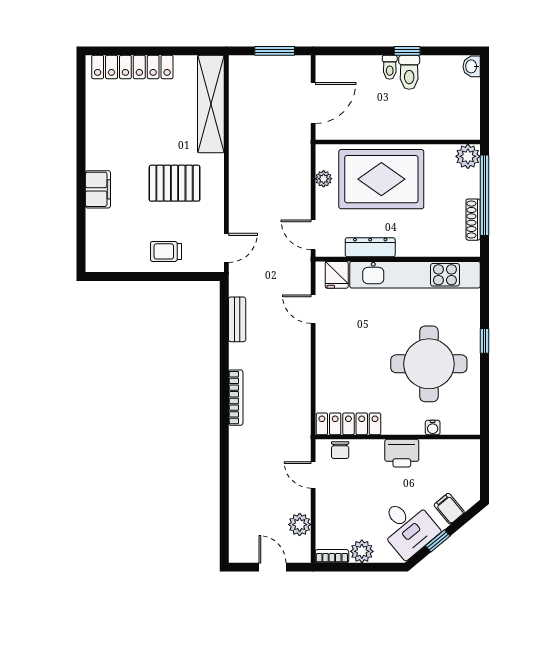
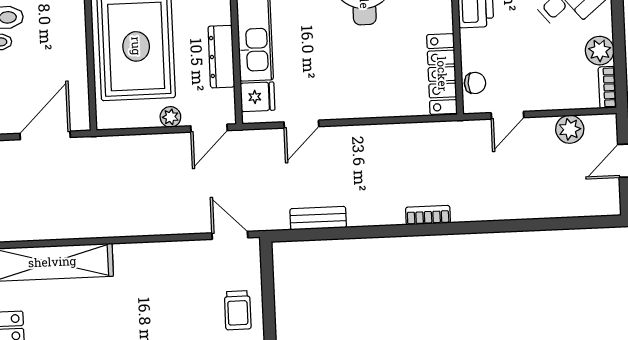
door: (313, 103) -> (45, 135), hinge flipped
plant: (324, 179) -> (170, 117), moved
pallet: (175, 183) -> (152, 303), removed
bookcase: (236, 398) -> (428, 215), width x0.64

